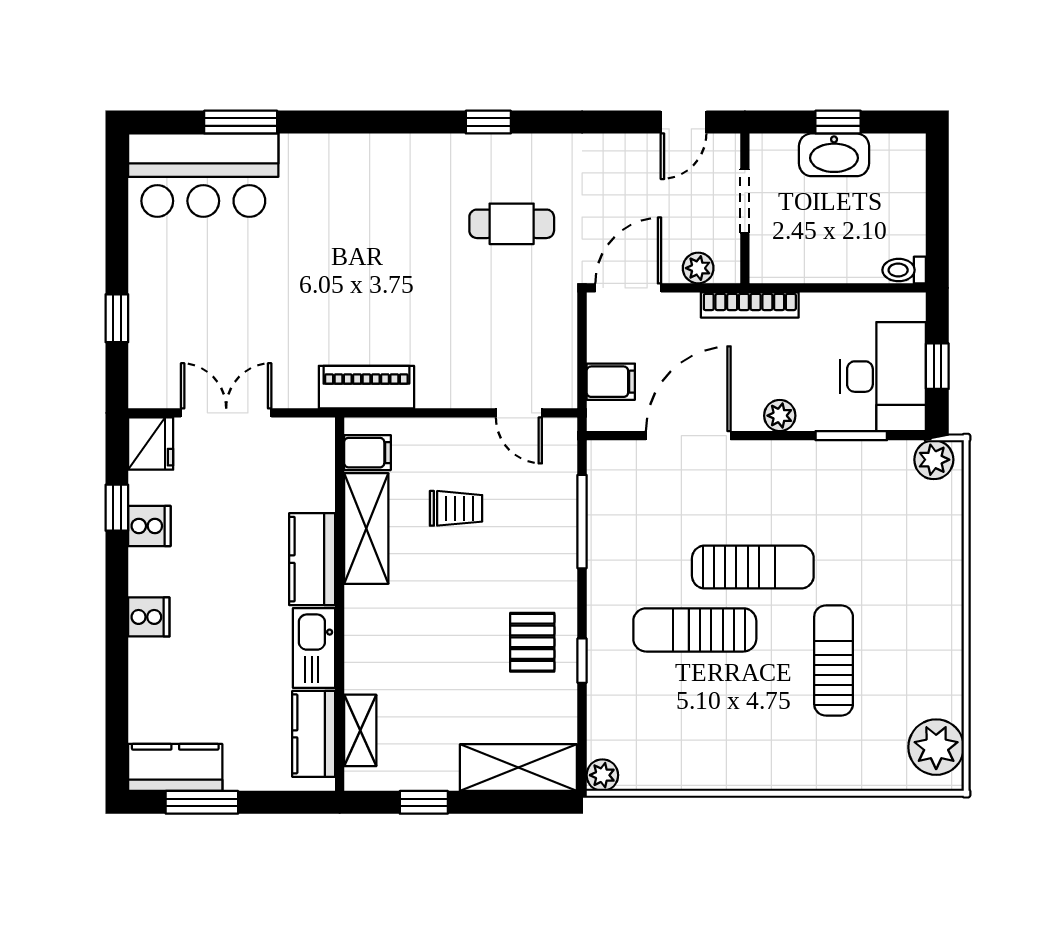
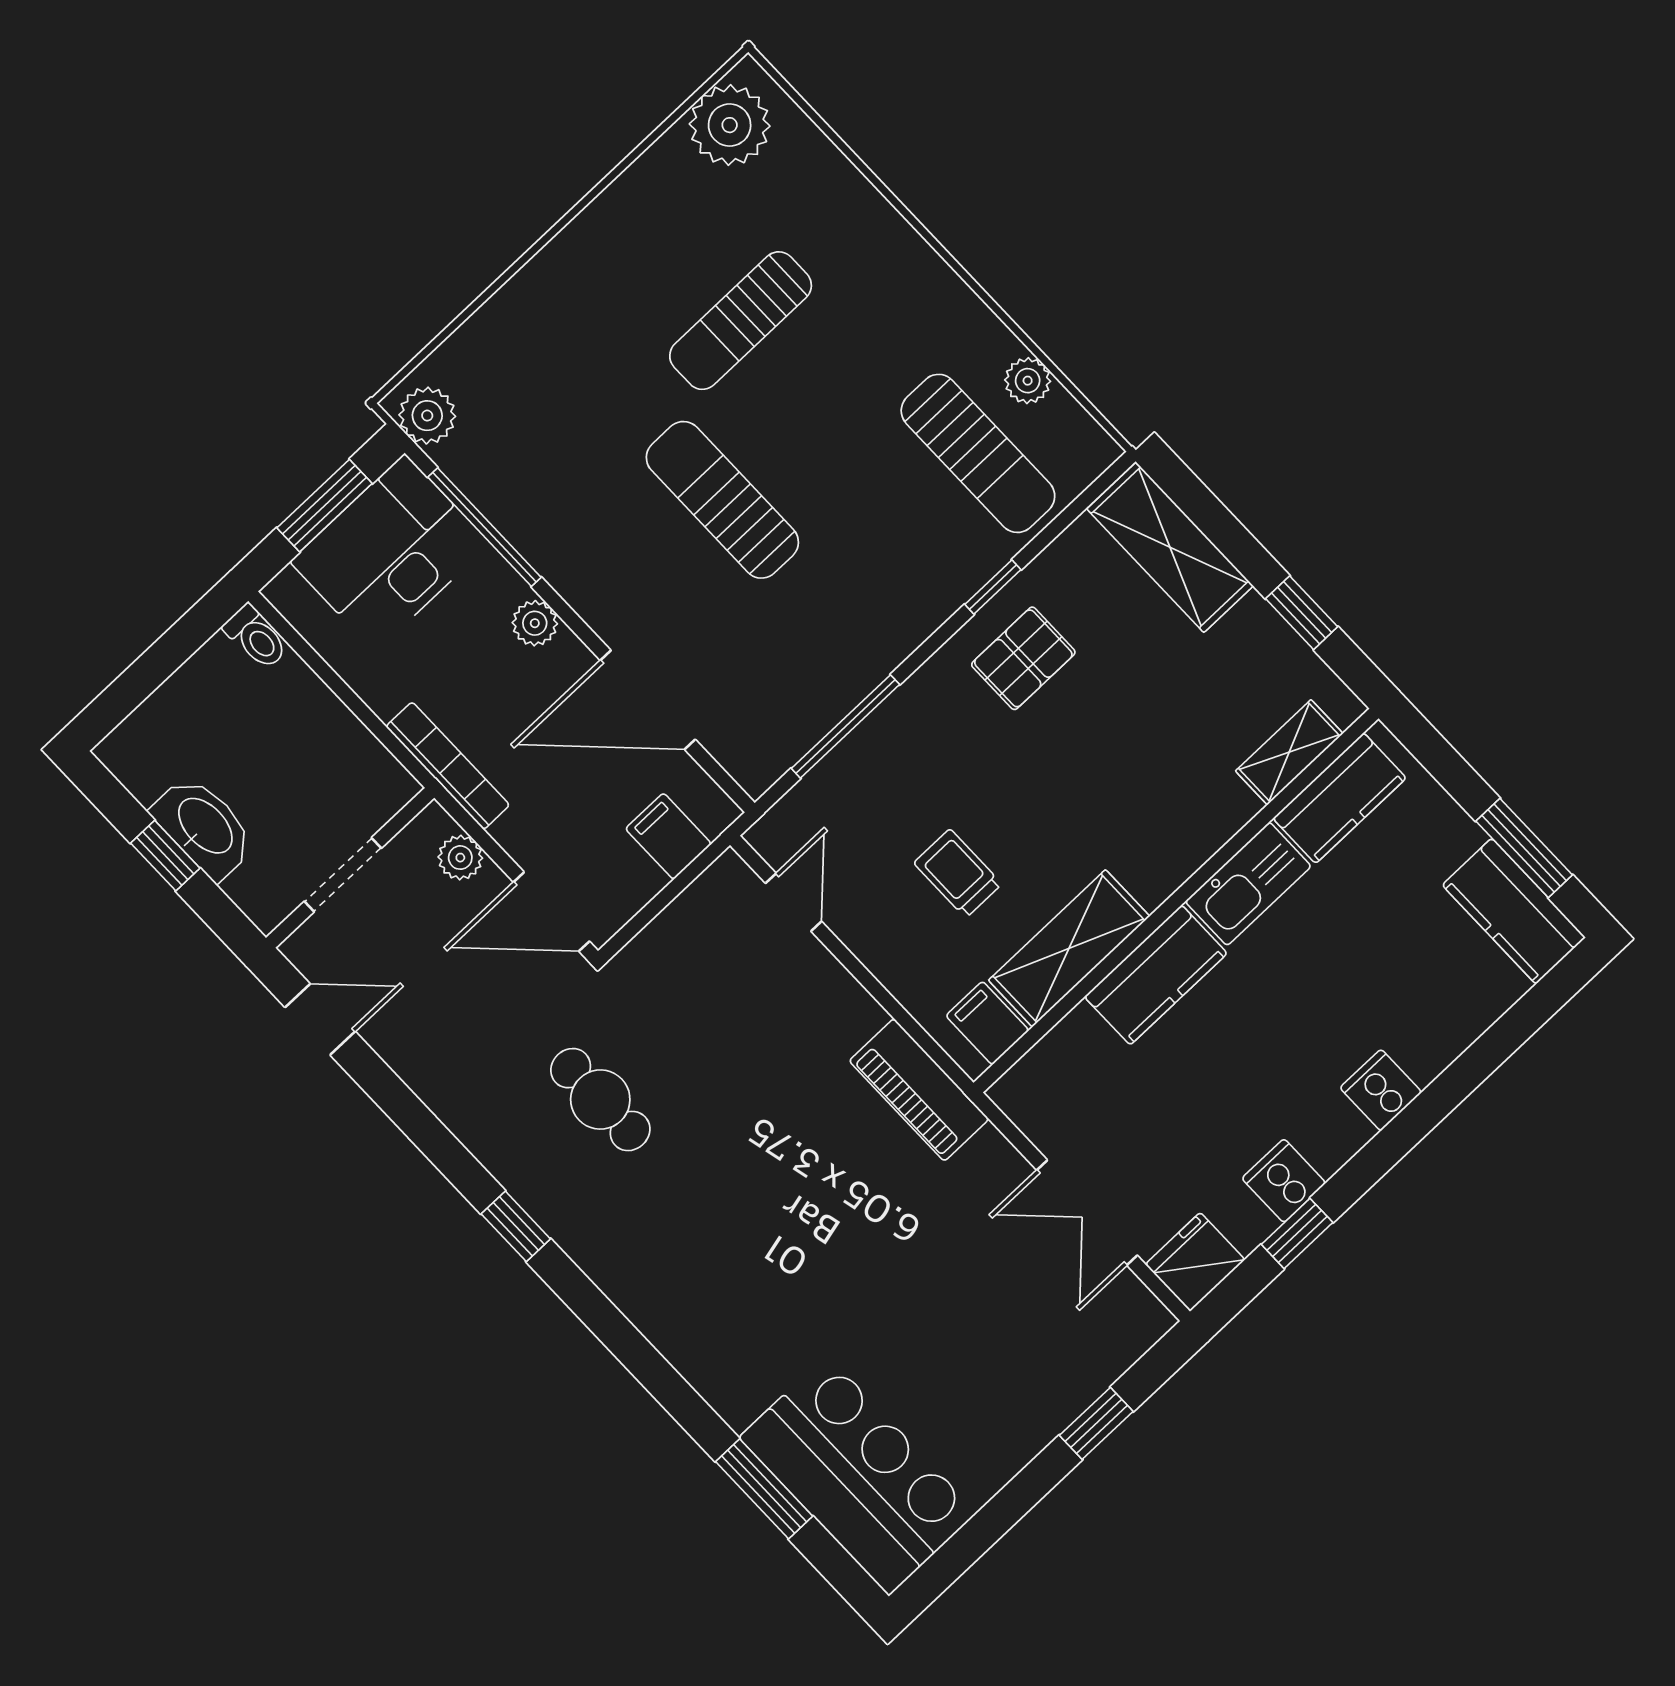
window: (937, 366) -> (325, 506), width x1.50
window: (851, 436) -> (485, 527), width x1.44
sun lounger: (695, 630) -> (978, 453), moved
plant: (602, 775) -> (1028, 381), moved

